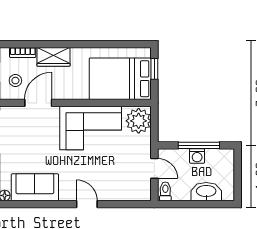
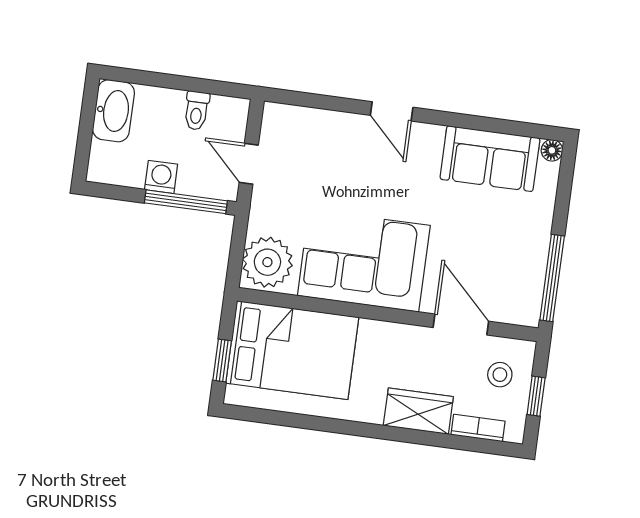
door: (38, 103) -> (461, 324), swing flipped
window: (199, 145) -> (186, 202), moved
toilet: (165, 191) -> (197, 111), moved
washbasin: (206, 192) -> (113, 111), moved, turned -90

